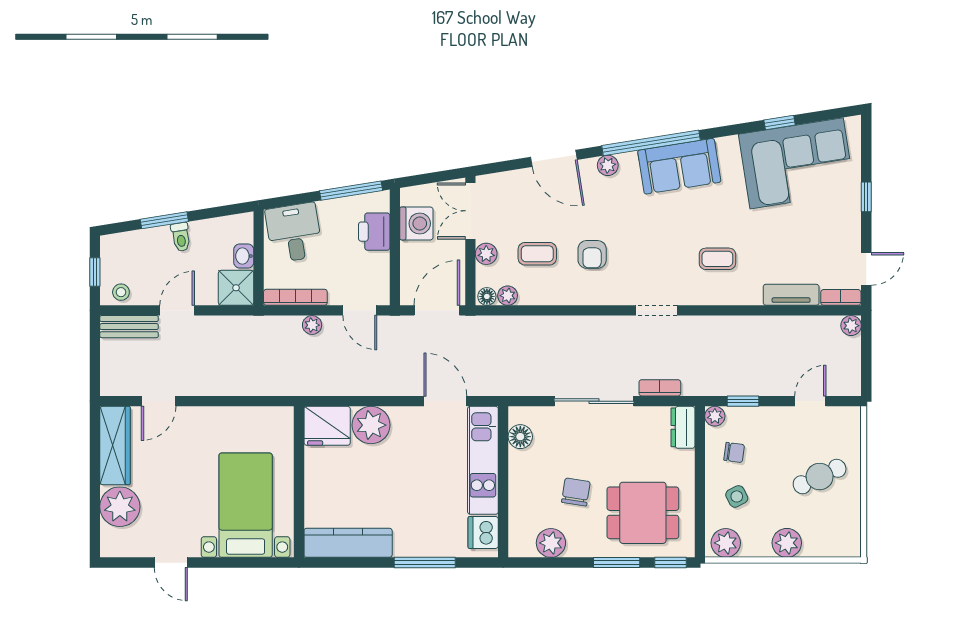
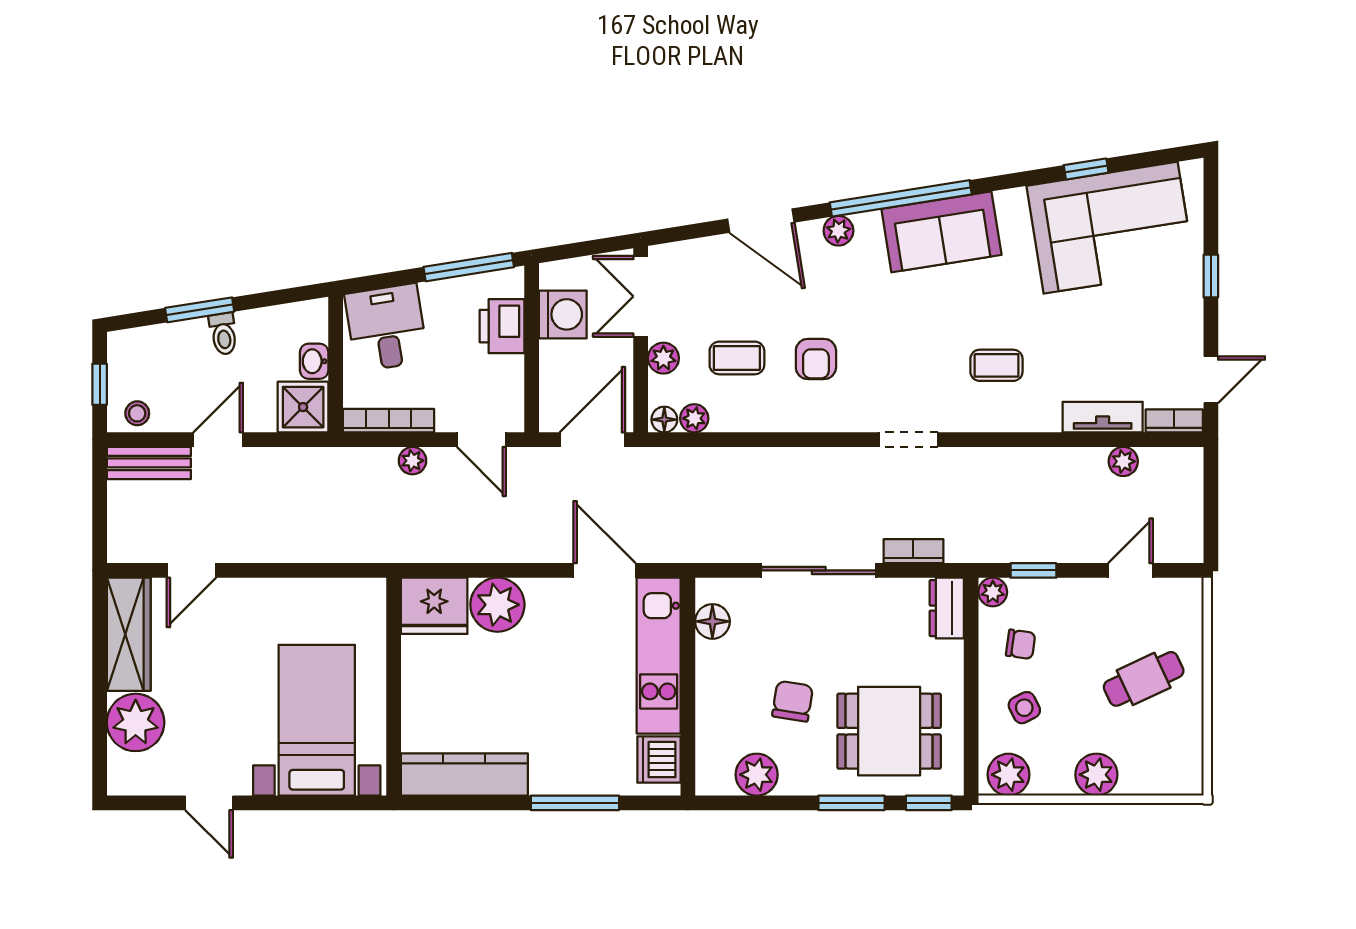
plant: (851, 326) -> (1123, 461), moved

